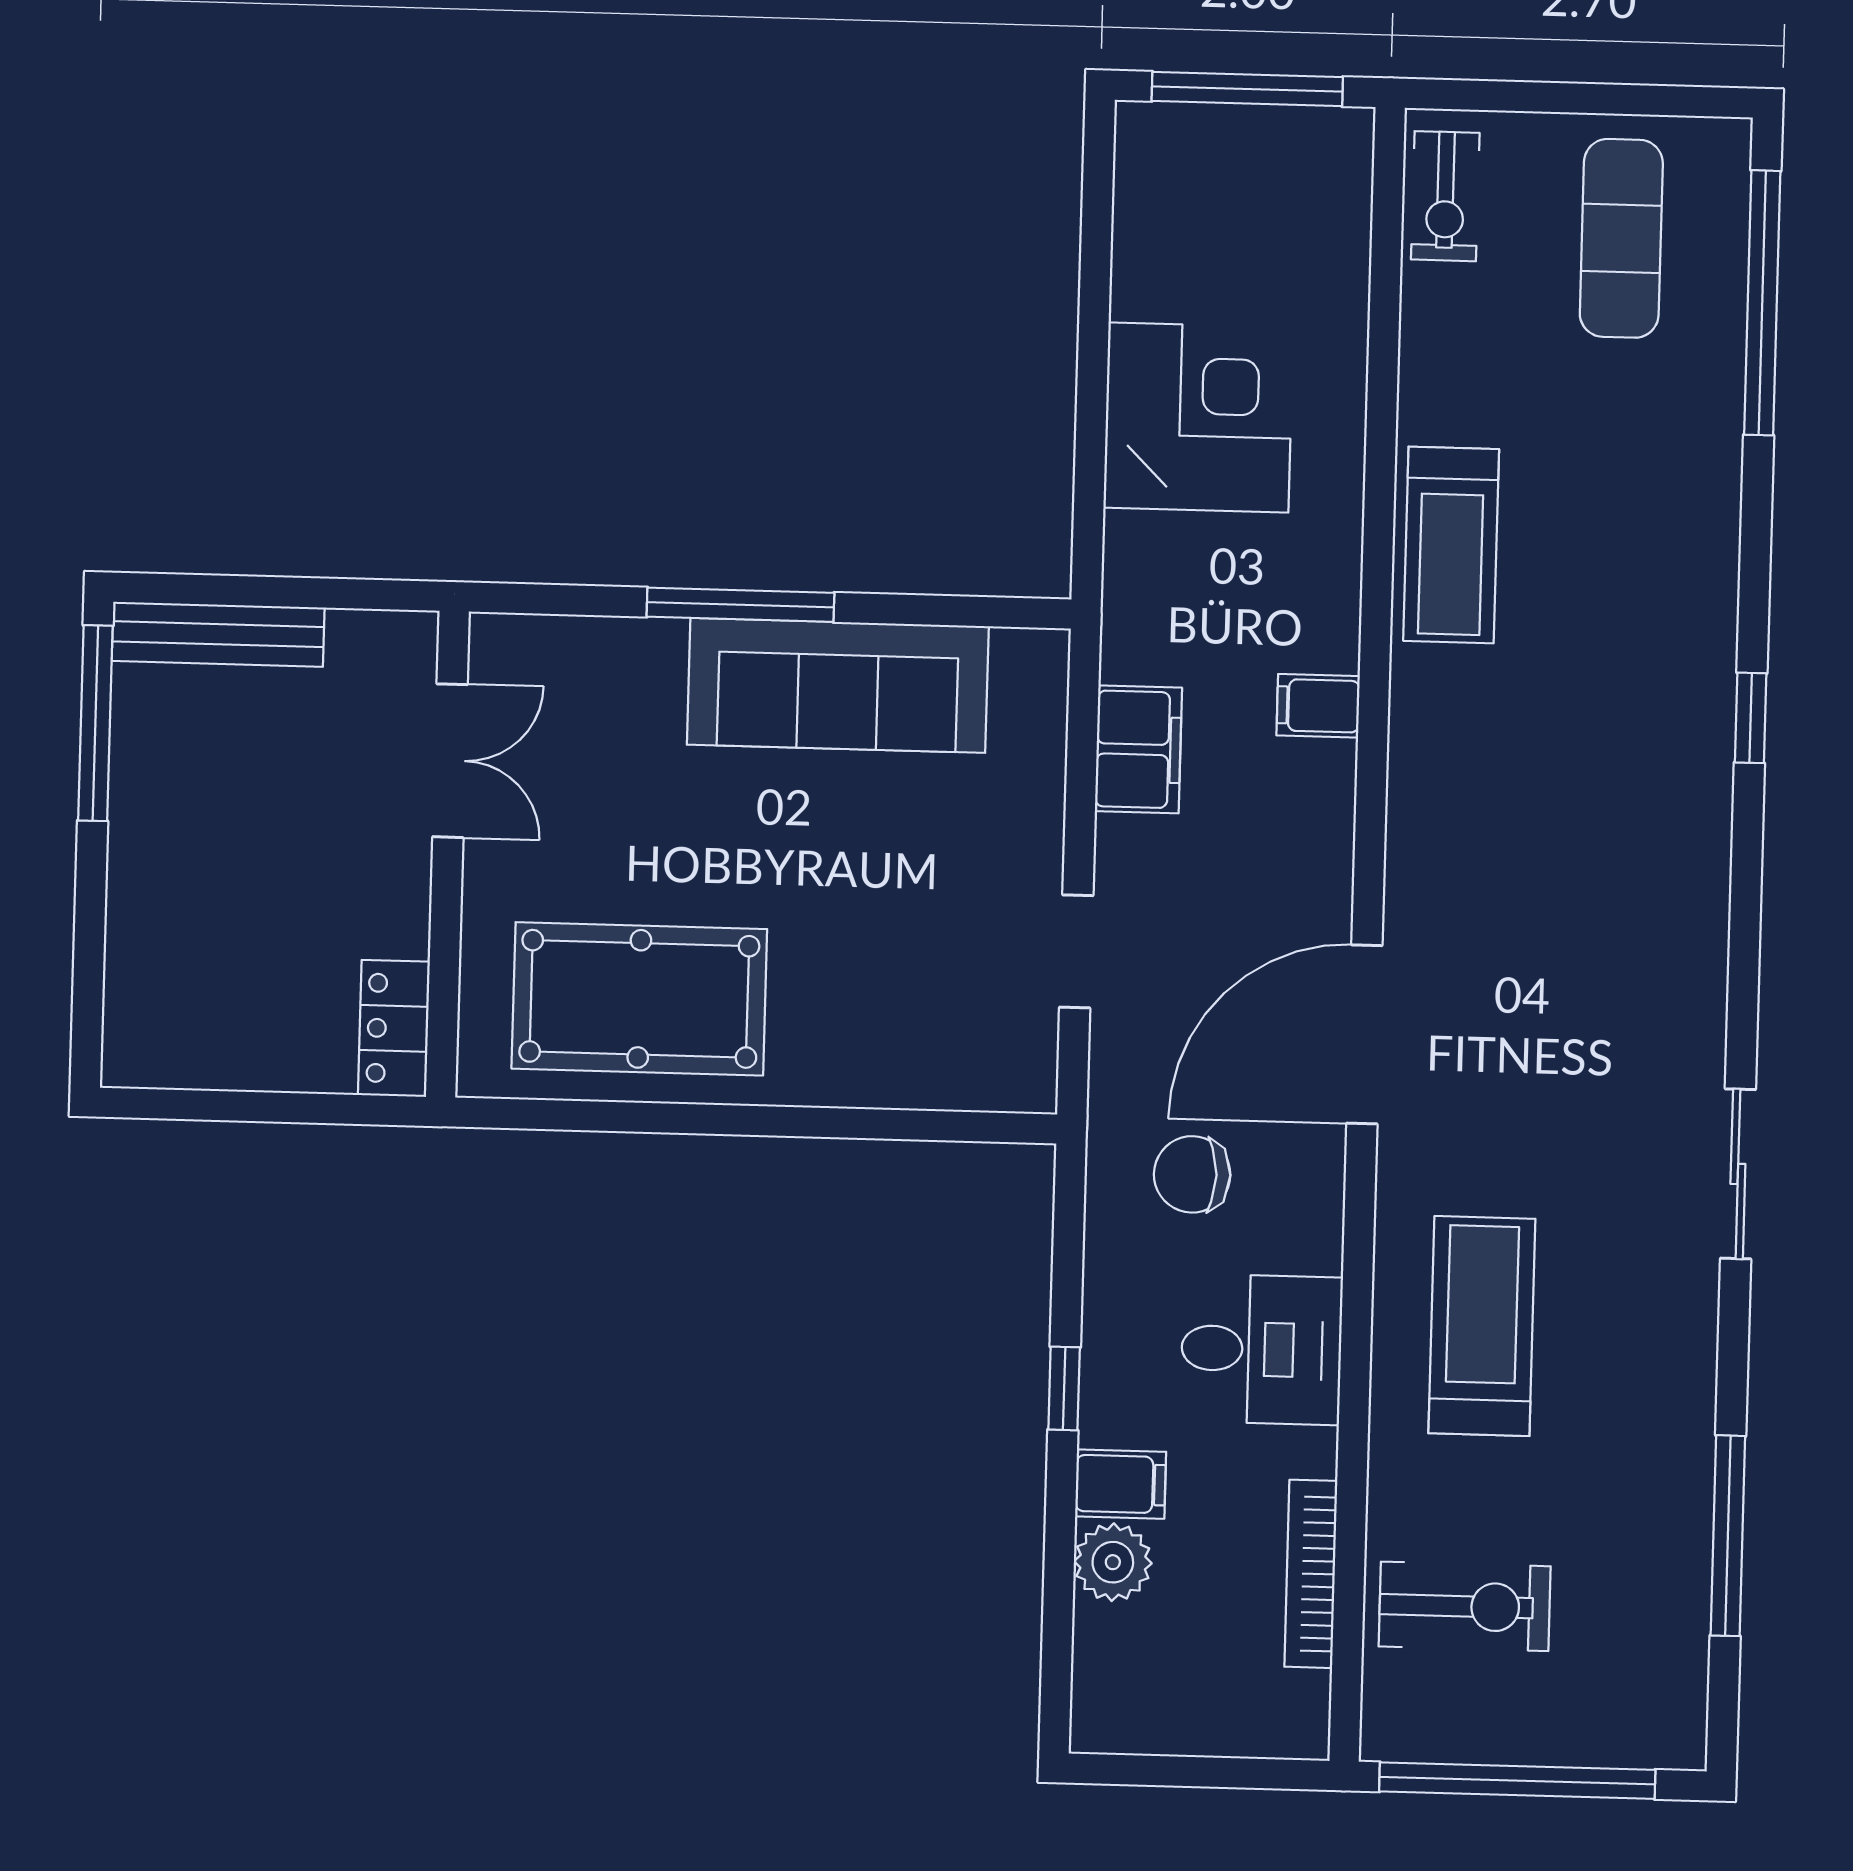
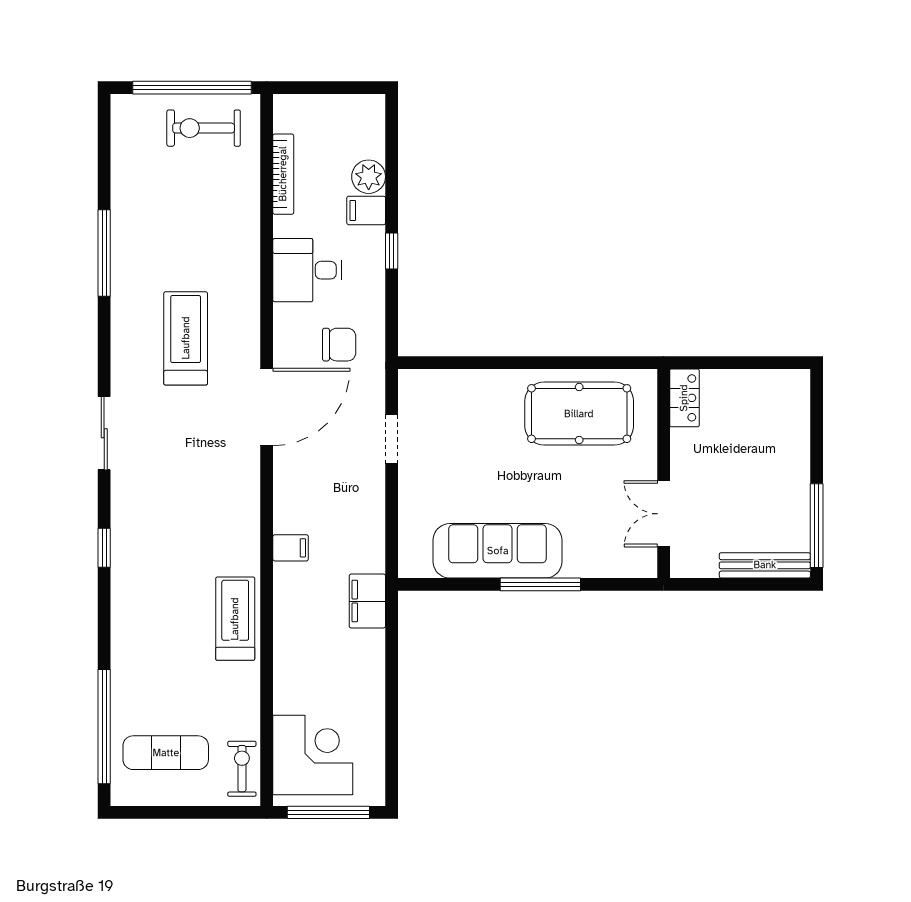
exercise mat: (1621, 238) -> (166, 753), turned 90
corner desk: (1198, 418) -> (313, 755), moved, turned 180
filing cabinet: (1138, 749) -> (367, 601), moved
sliding door: (1738, 1174) -> (104, 433), moved
treadmill: (1482, 1326) -> (186, 338), moved, turned 180
window: (1728, 1536) -> (104, 253), moved
exercise bike: (1465, 1606) -> (204, 128), moved

